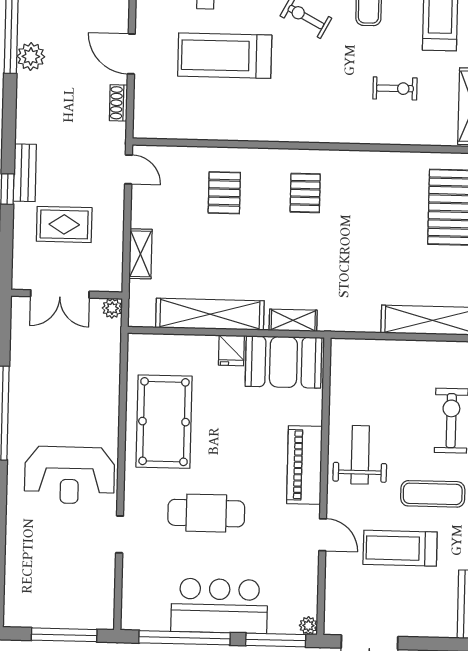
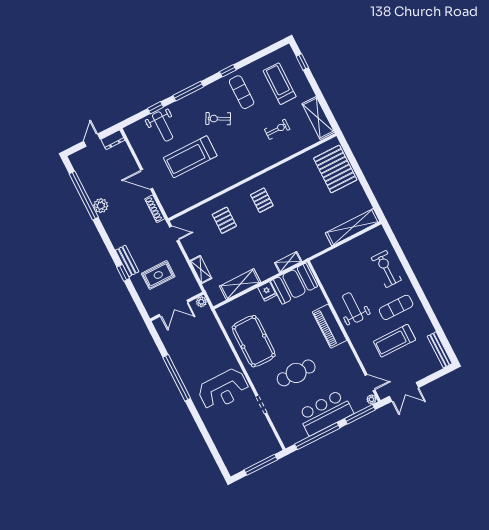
shoe rack: (118, 103) -> (155, 209), width x1.43
shelving: (210, 314) -> (240, 284), width x0.68
door: (323, 535) -> (370, 383), moved

